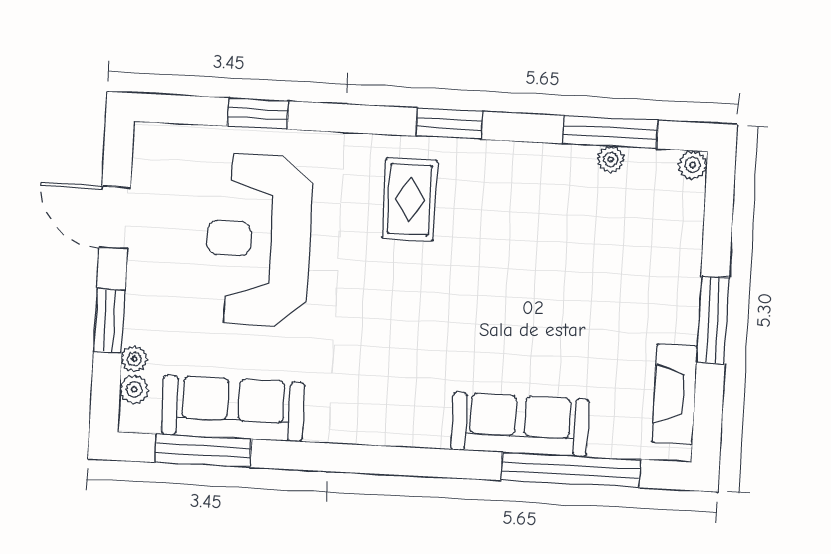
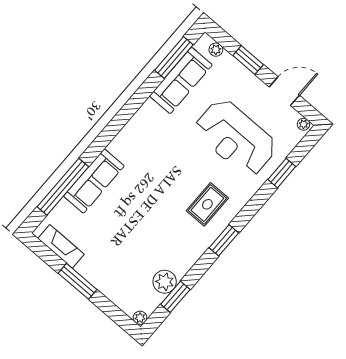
window: (610, 132) -> (175, 297), width x0.69
plant: (611, 159) -> (165, 282), width x1.87, depth x1.87
rug: (410, 200) -> (207, 204), turned 90
reception desk: (259, 239) -> (236, 138), turned 180
plant: (134, 359) -> (304, 124), moved

